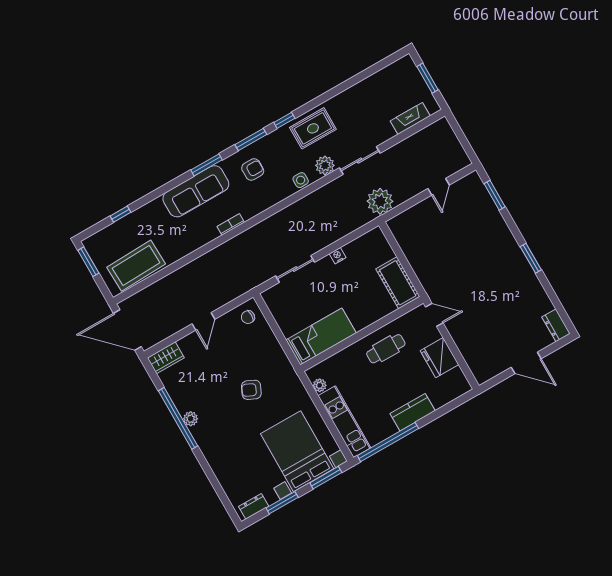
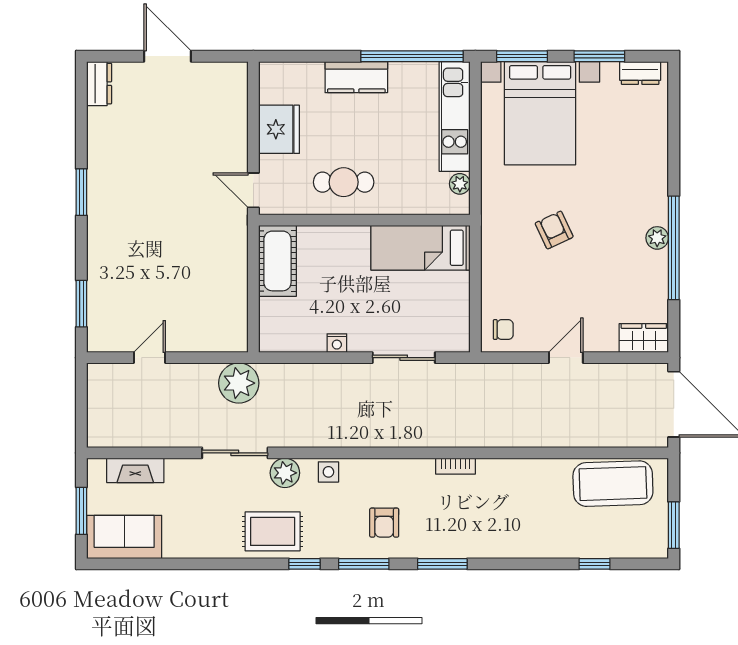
armchair: (253, 169) -> (384, 523), turned -90
sofa: (196, 191) -> (124, 537), moved, width x0.73
armchair: (251, 390) -> (554, 230), turned -140

